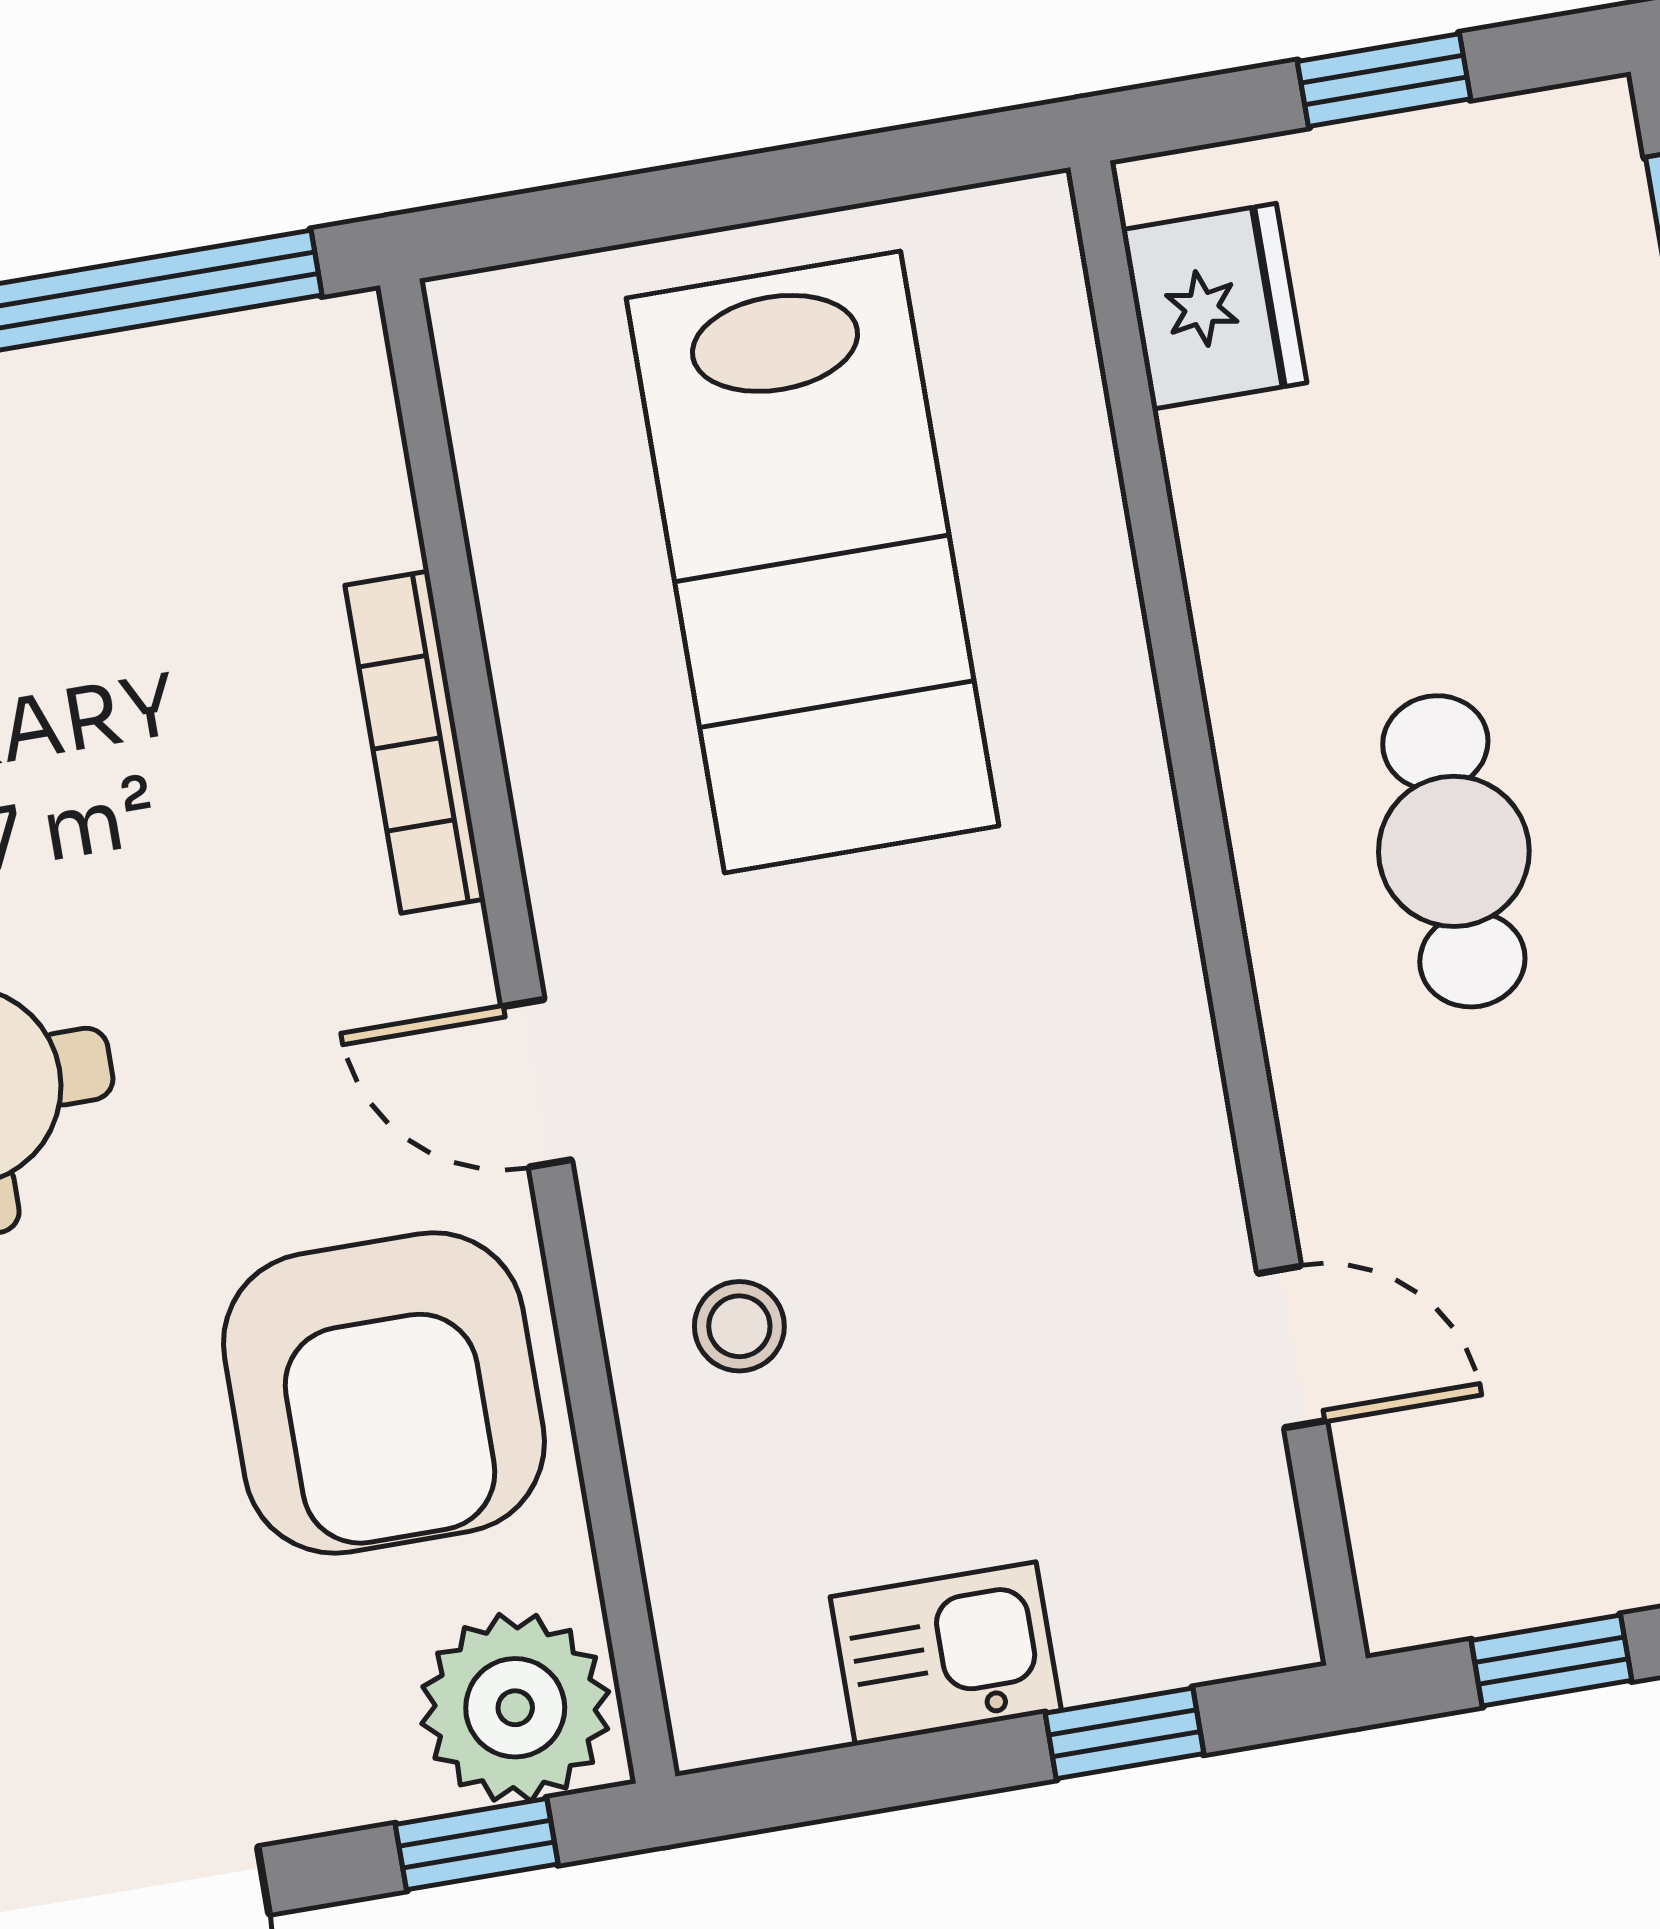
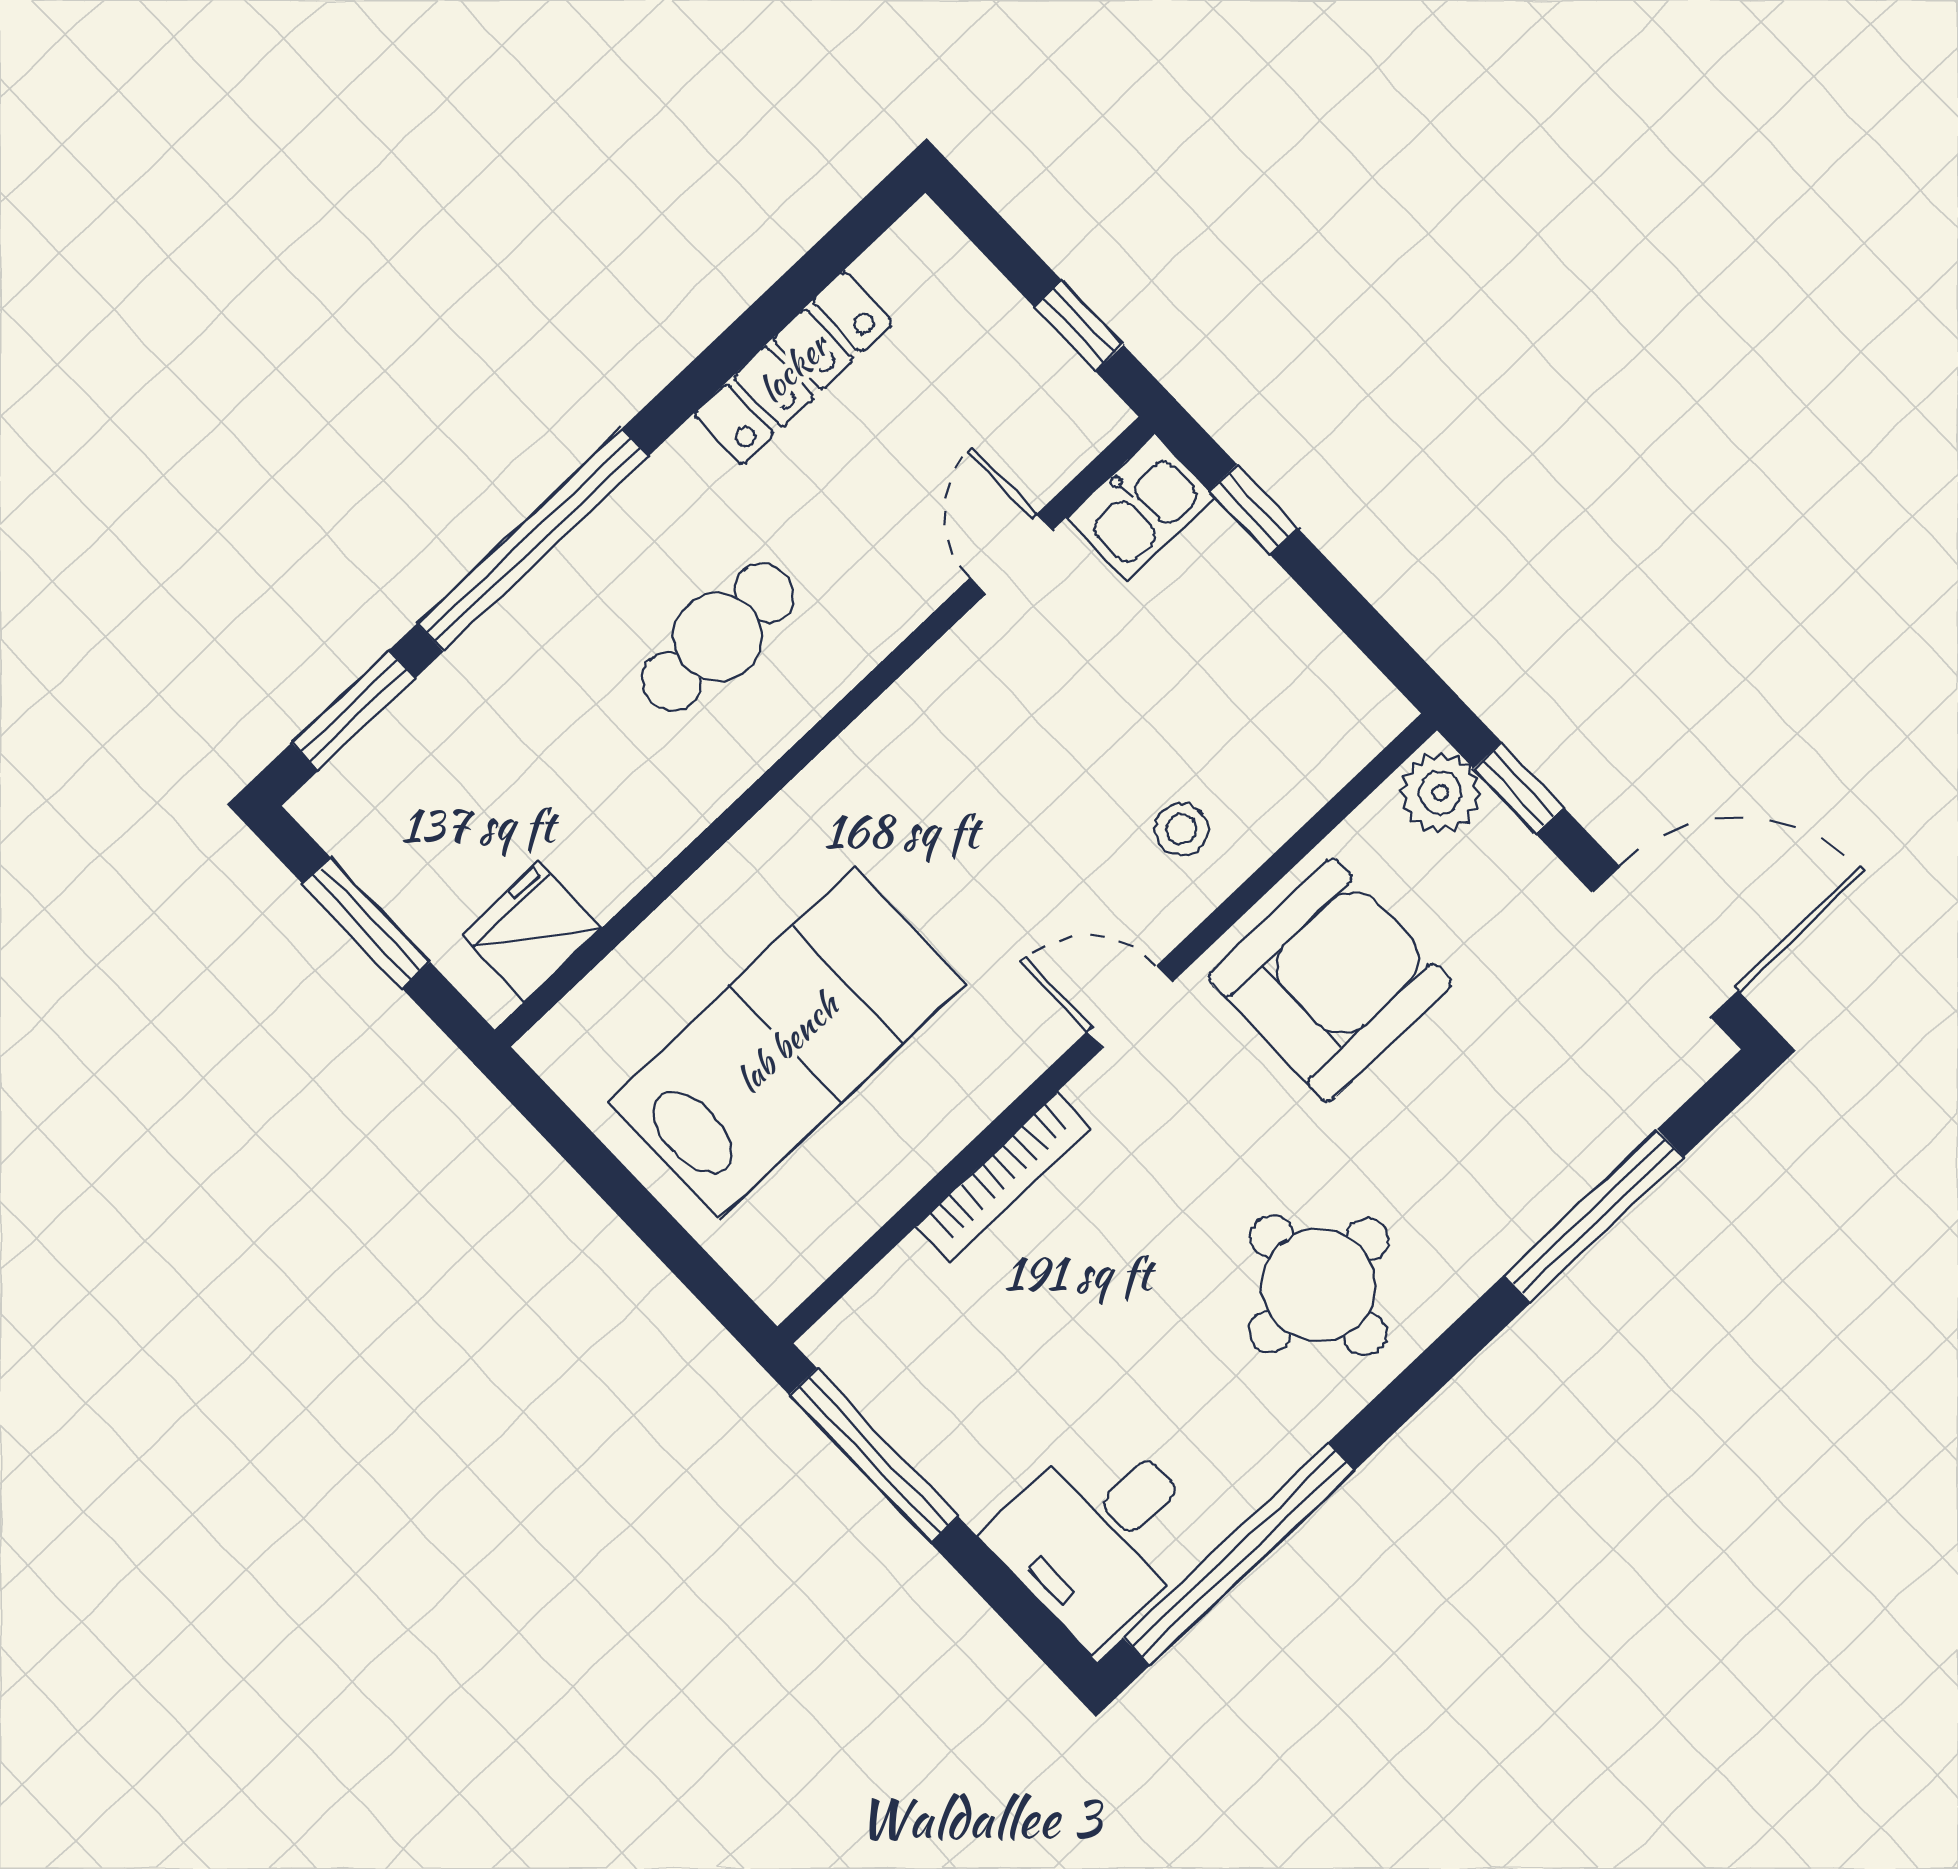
window: (1384, 80) -> (366, 923), width x1.50
door: (537, 1083) -> (1130, 1007), swing flipped
kitchen sink: (946, 1654) -> (1141, 508), moved, turned -90
plant: (515, 1708) -> (1440, 793), width x0.73, depth x0.73

